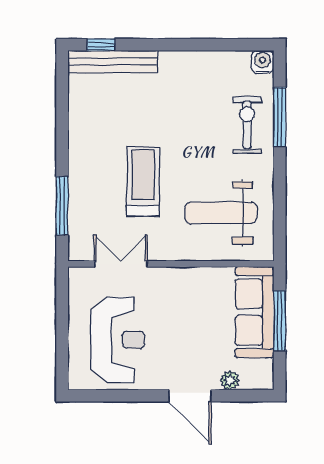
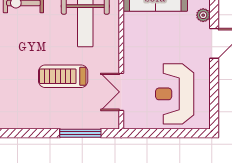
reception desk: (118, 340) -> (175, 94), turned -90

